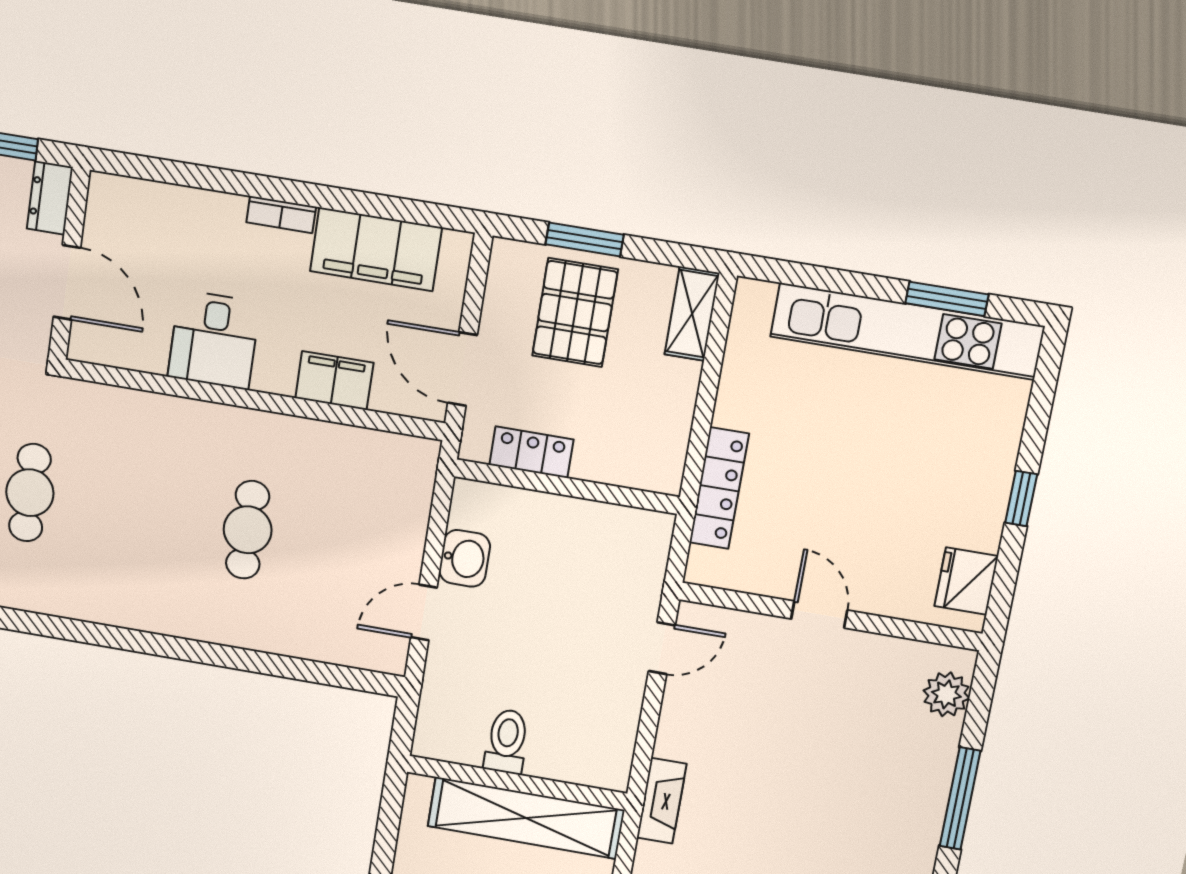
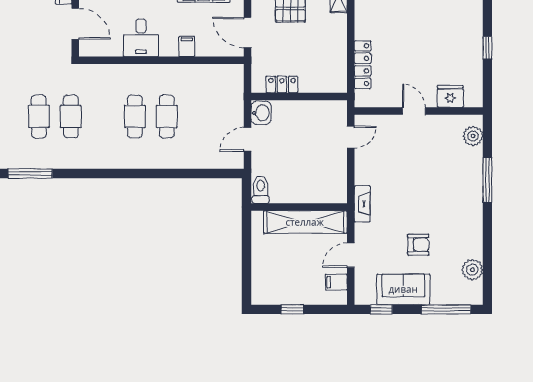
filing cabinet: (334, 381) -> (187, 46), width x0.50
locker: (531, 452) -> (282, 84), moved
wall: (567, 487) -> (299, 97), moved
cafe table: (175, 517) -> (135, 116), added
fridge: (966, 581) -> (450, 96), moved, turned 90
toilet: (507, 741) -> (261, 190), moved

